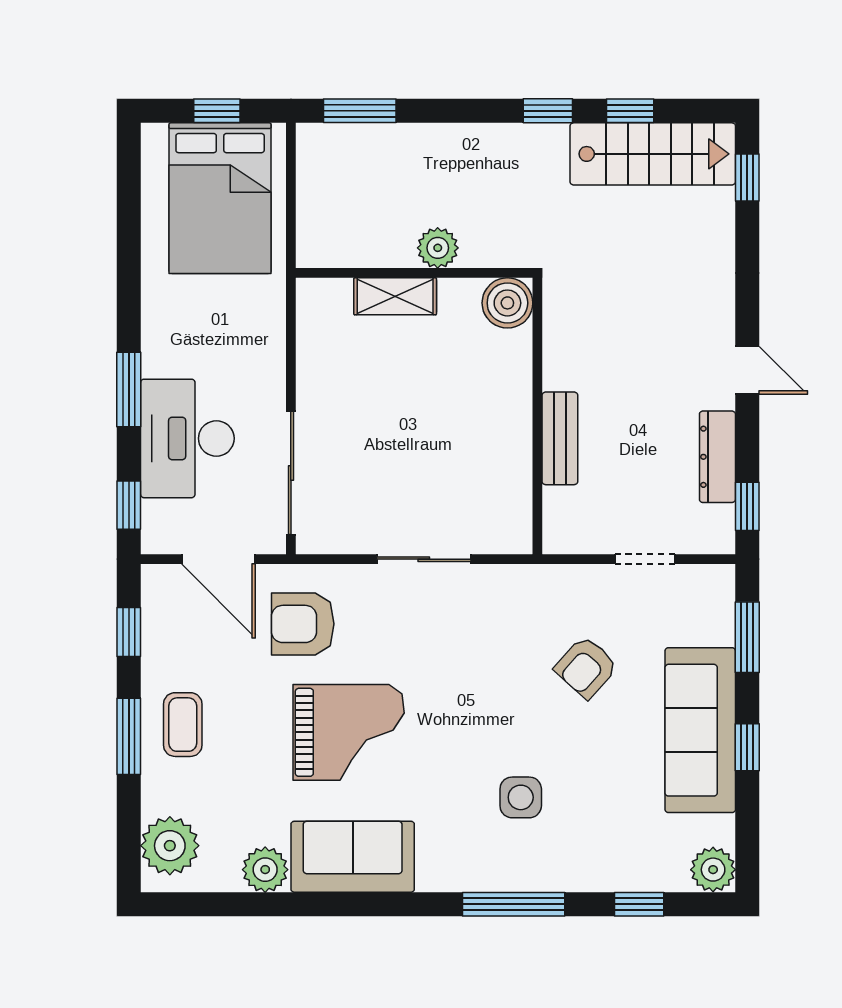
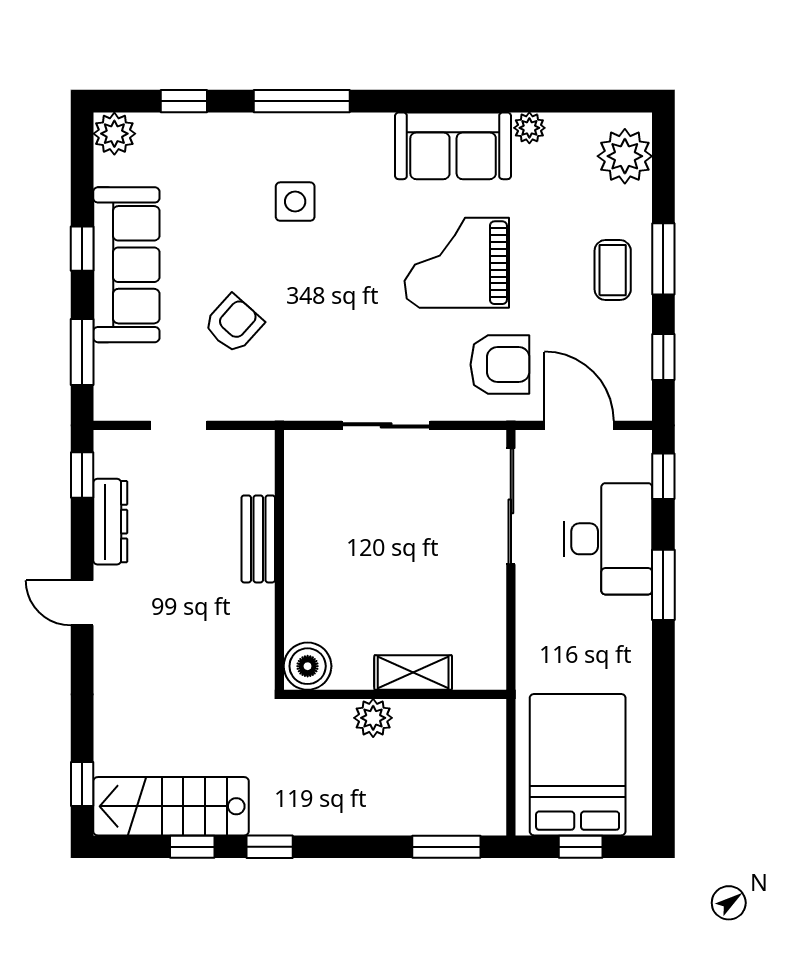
plant: (265, 870) -> (529, 128), width x0.73, depth x0.73

